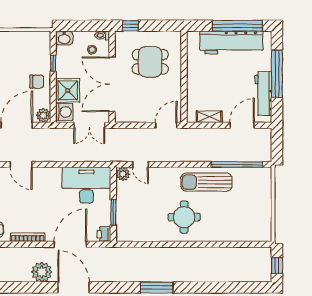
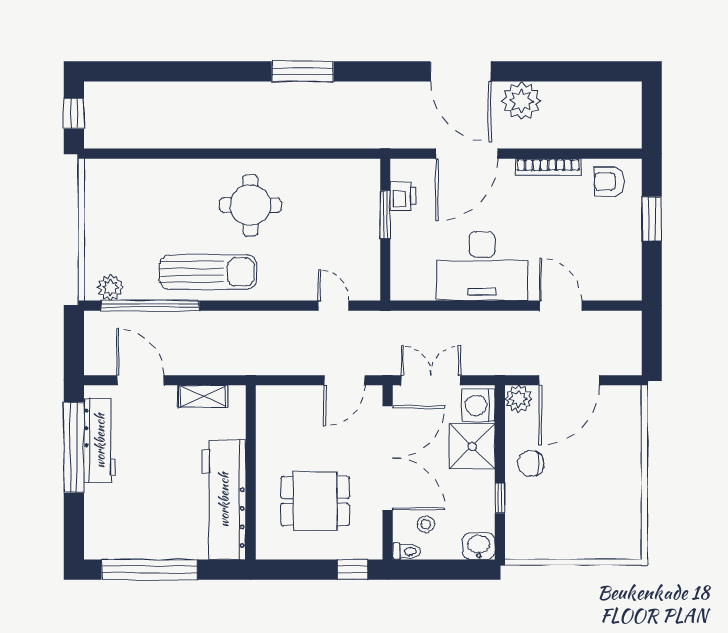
workbench: (231, 42) -> (224, 500), moved, turned -90
window: (277, 74) -> (74, 447), moved
door: (166, 125) -> (344, 380), moved
door: (242, 125) -> (140, 380), swing flipped
plant: (123, 174) -> (110, 287), moved
desk: (86, 185) -> (482, 266), moved
printer: (104, 234) -> (403, 196), moved

